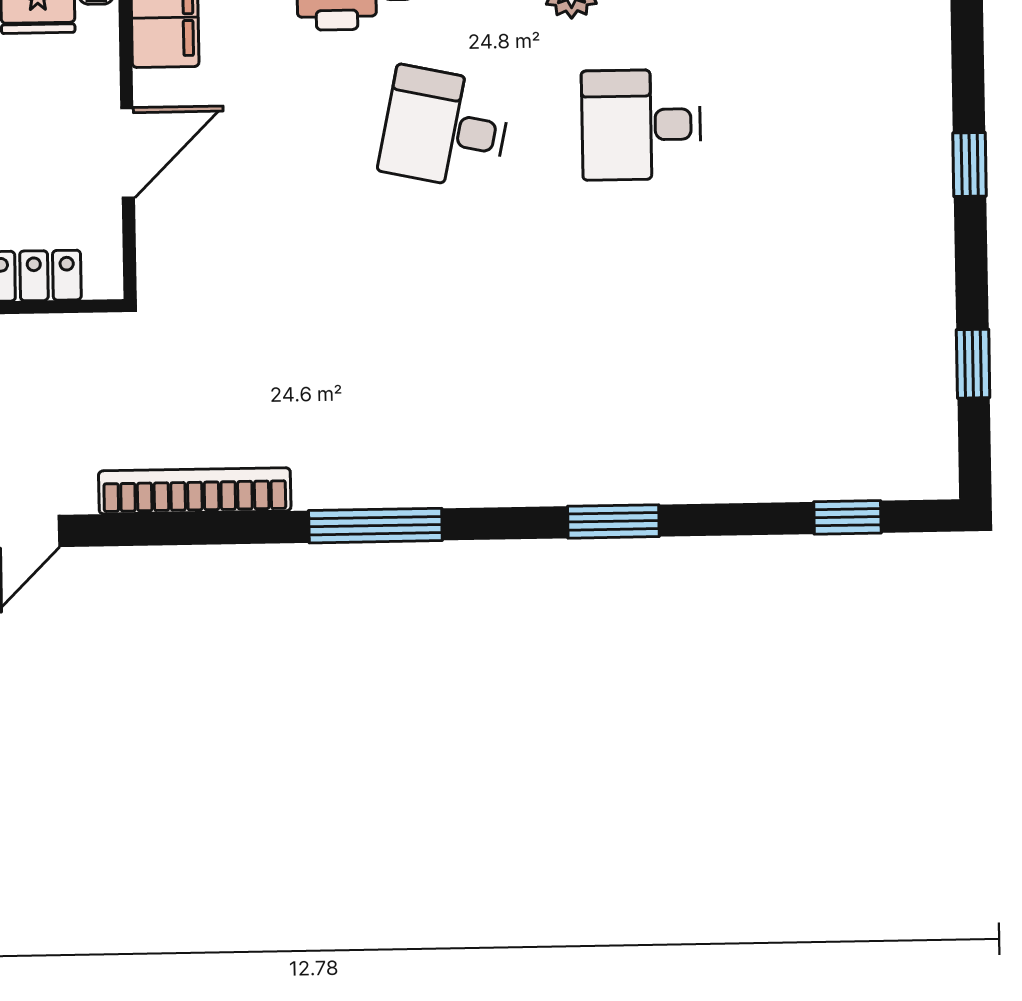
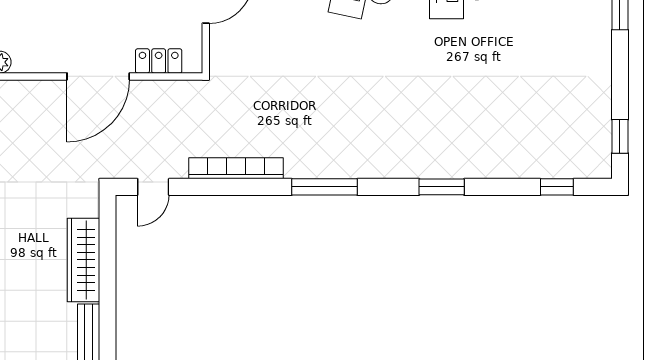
window: (973, 364) -> (620, 136), moved

